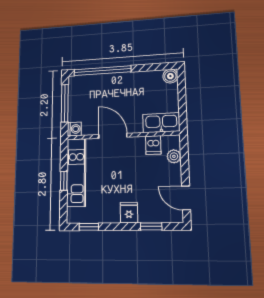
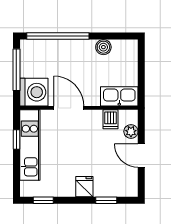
boiler: (170, 76) -> (103, 47), moved
washing machine: (74, 129) -> (34, 92), width x1.89, depth x1.89
window: (64, 181) -> (16, 140), moved
door: (186, 198) -> (141, 156), moved

